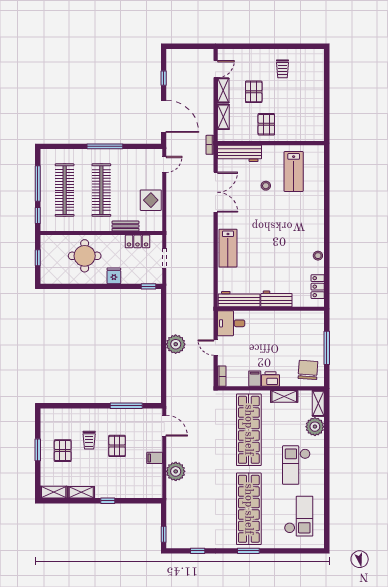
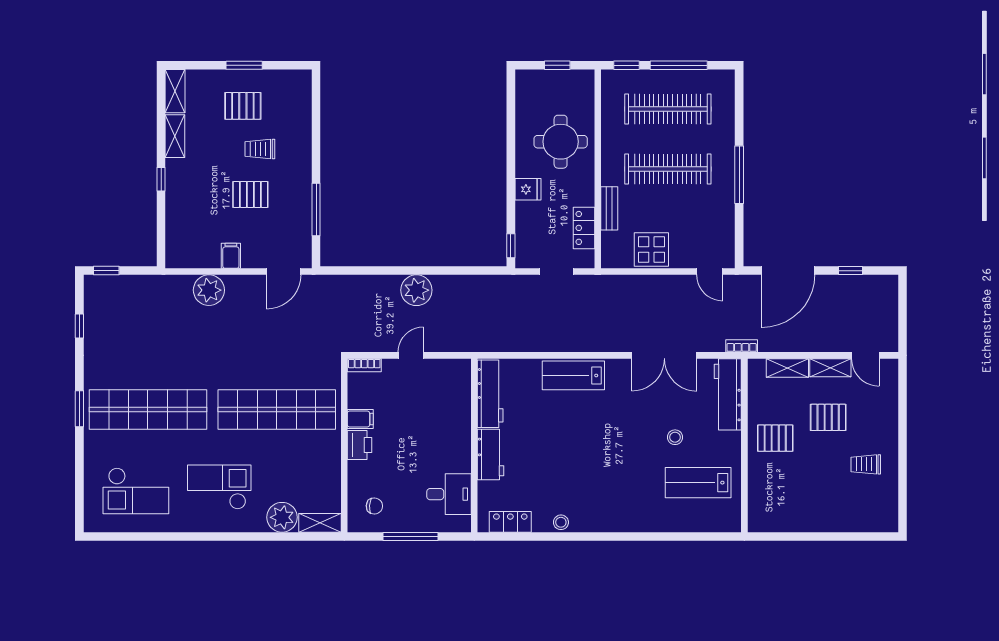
desk: (231, 323) -> (449, 494), moved, turned 90
chair: (308, 370) -> (374, 506), width x0.54, depth x0.54
shelving: (284, 396) -> (331, 467), removed

